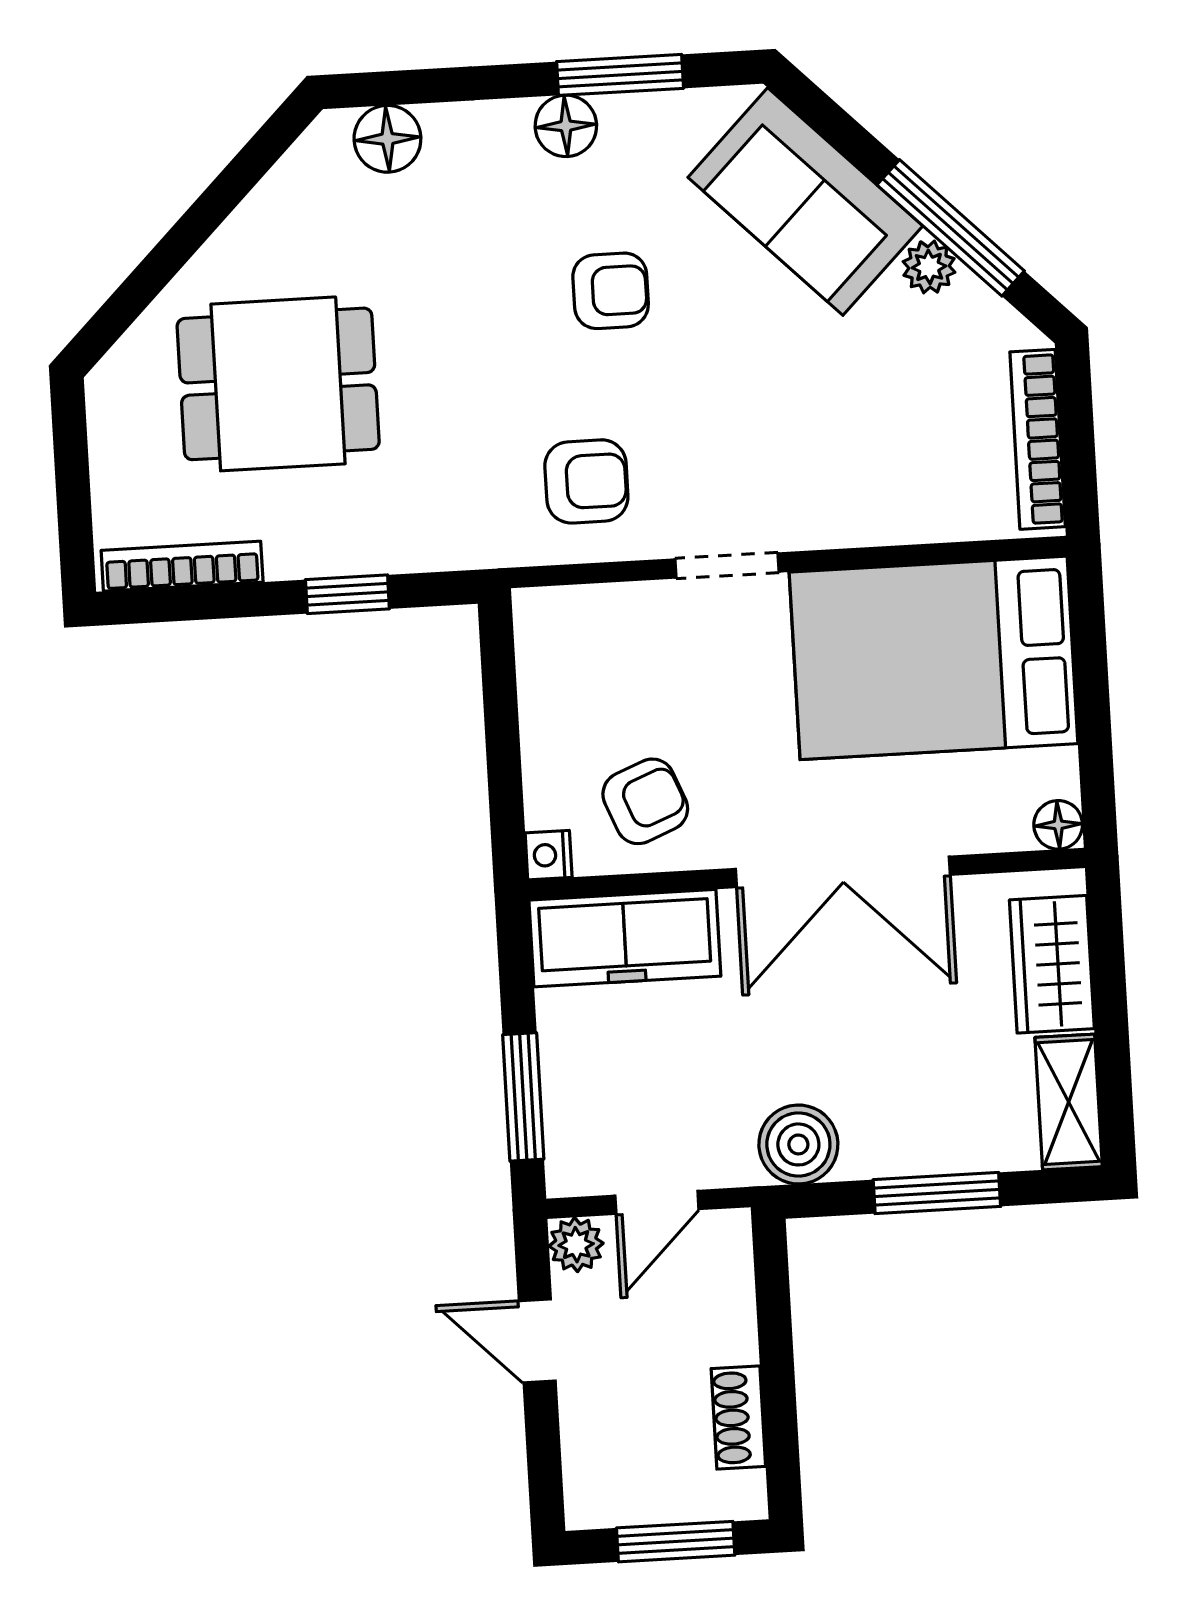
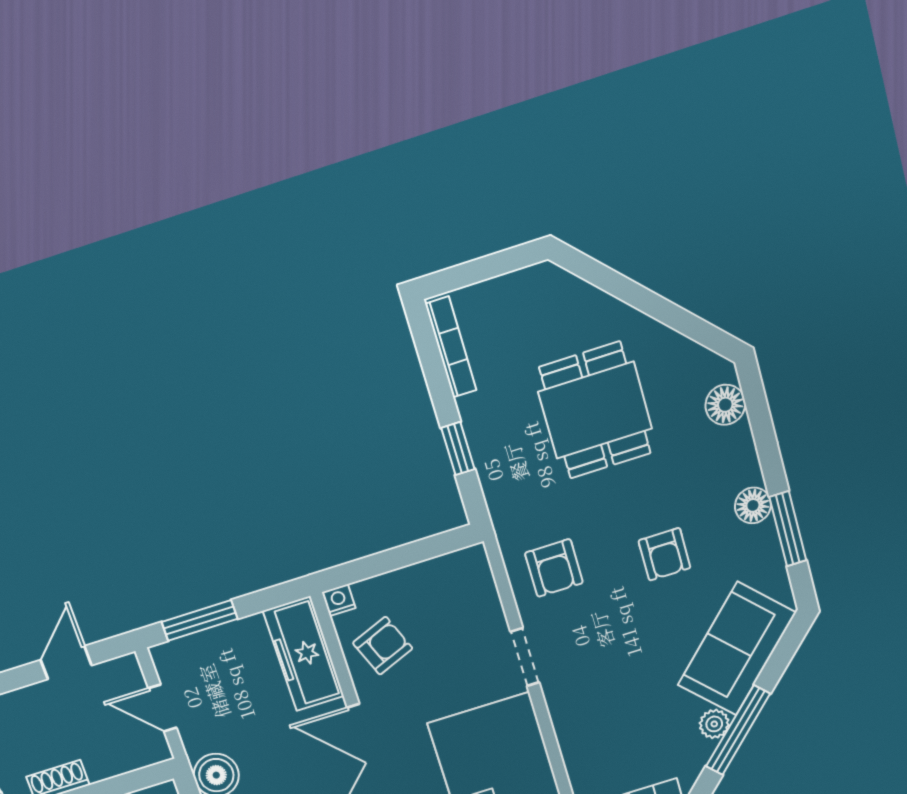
dining table: (278, 384) -> (595, 410), moved
armchair: (645, 801) -> (383, 646), turned -90
plant: (576, 1245) -> (126, 670), removed

